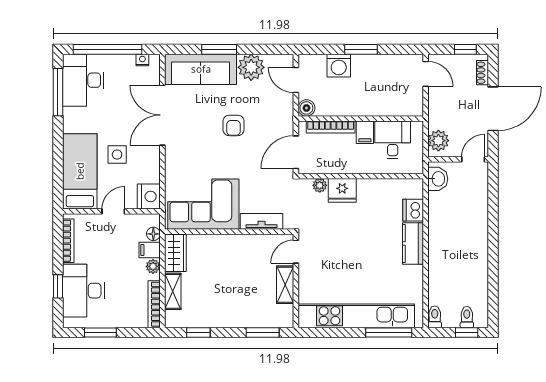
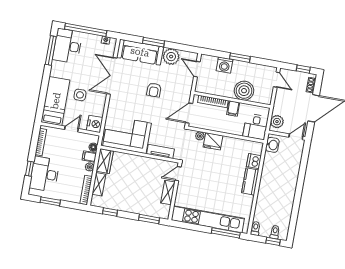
boiler: (306, 108) -> (244, 91), moved, width x1.86, depth x1.86
desk: (393, 140) -> (256, 127), moved, turned 180

